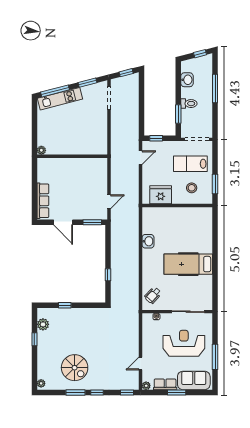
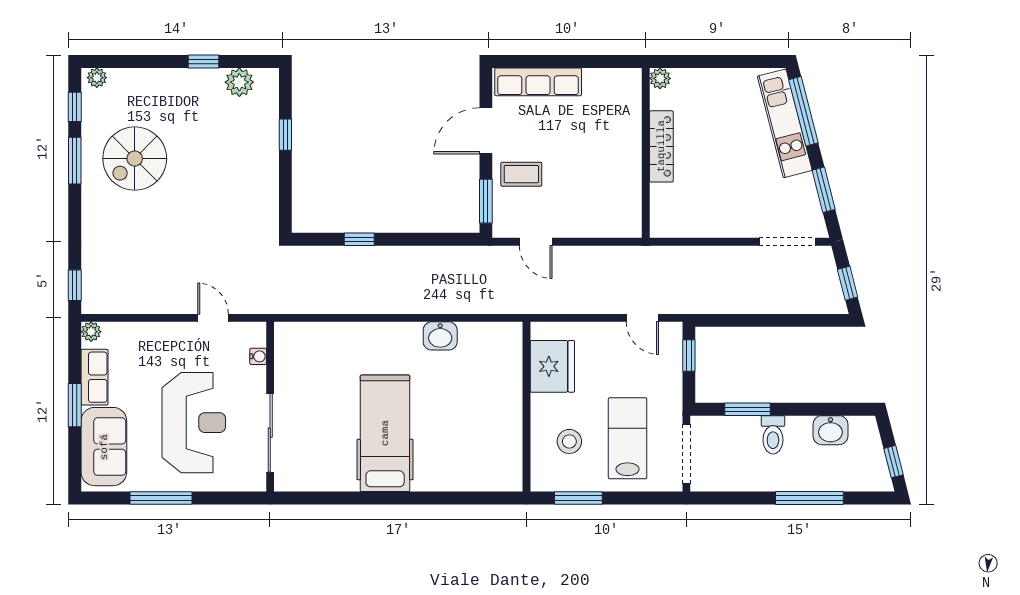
locker: (70, 150) -> (661, 146), added
coffee table: (81, 208) -> (521, 174), added
wheelchair: (153, 295) -> (310, 348), removed
door: (141, 364) -> (213, 318), moved
window: (97, 392) -> (75, 107), moved

